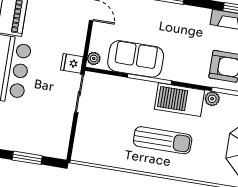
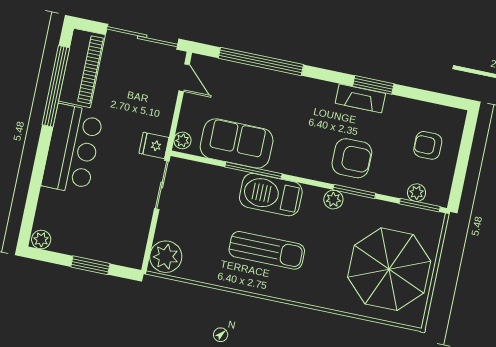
barbecue: (180, 100) -> (271, 195), moved
plant: (85, 149) -> (166, 257), added

